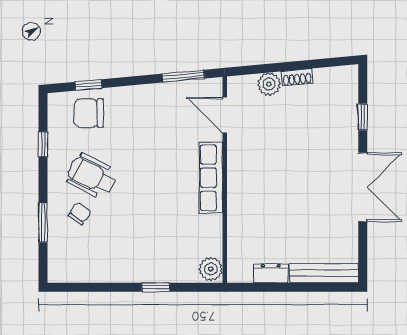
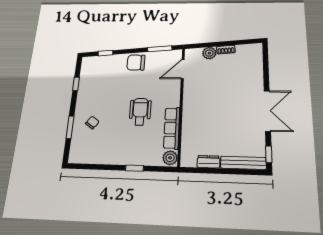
chair: (89, 113) -> (136, 63), moved
door: (225, 115) -> (183, 69), hinge flipped
window: (363, 117) -> (269, 154), moved
wheelchair: (92, 176) -> (140, 112), moved, turned 63
row of seats: (211, 178) -> (172, 128), moved

